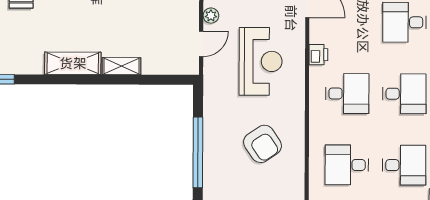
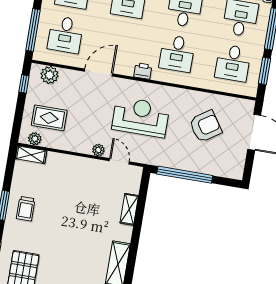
shelving: (121, 66) -> (129, 209), moved
desk: (347, 94) -> (177, 54), turned 180
window: (198, 152) -> (185, 175), moved

